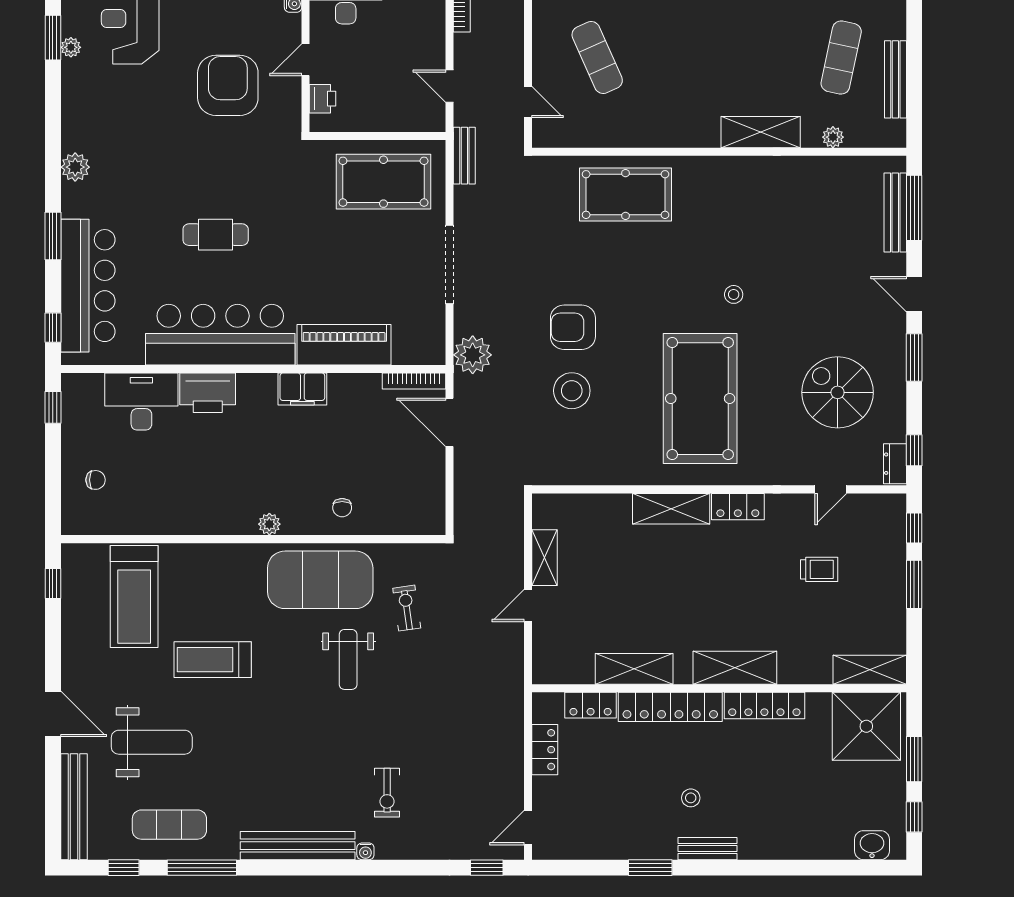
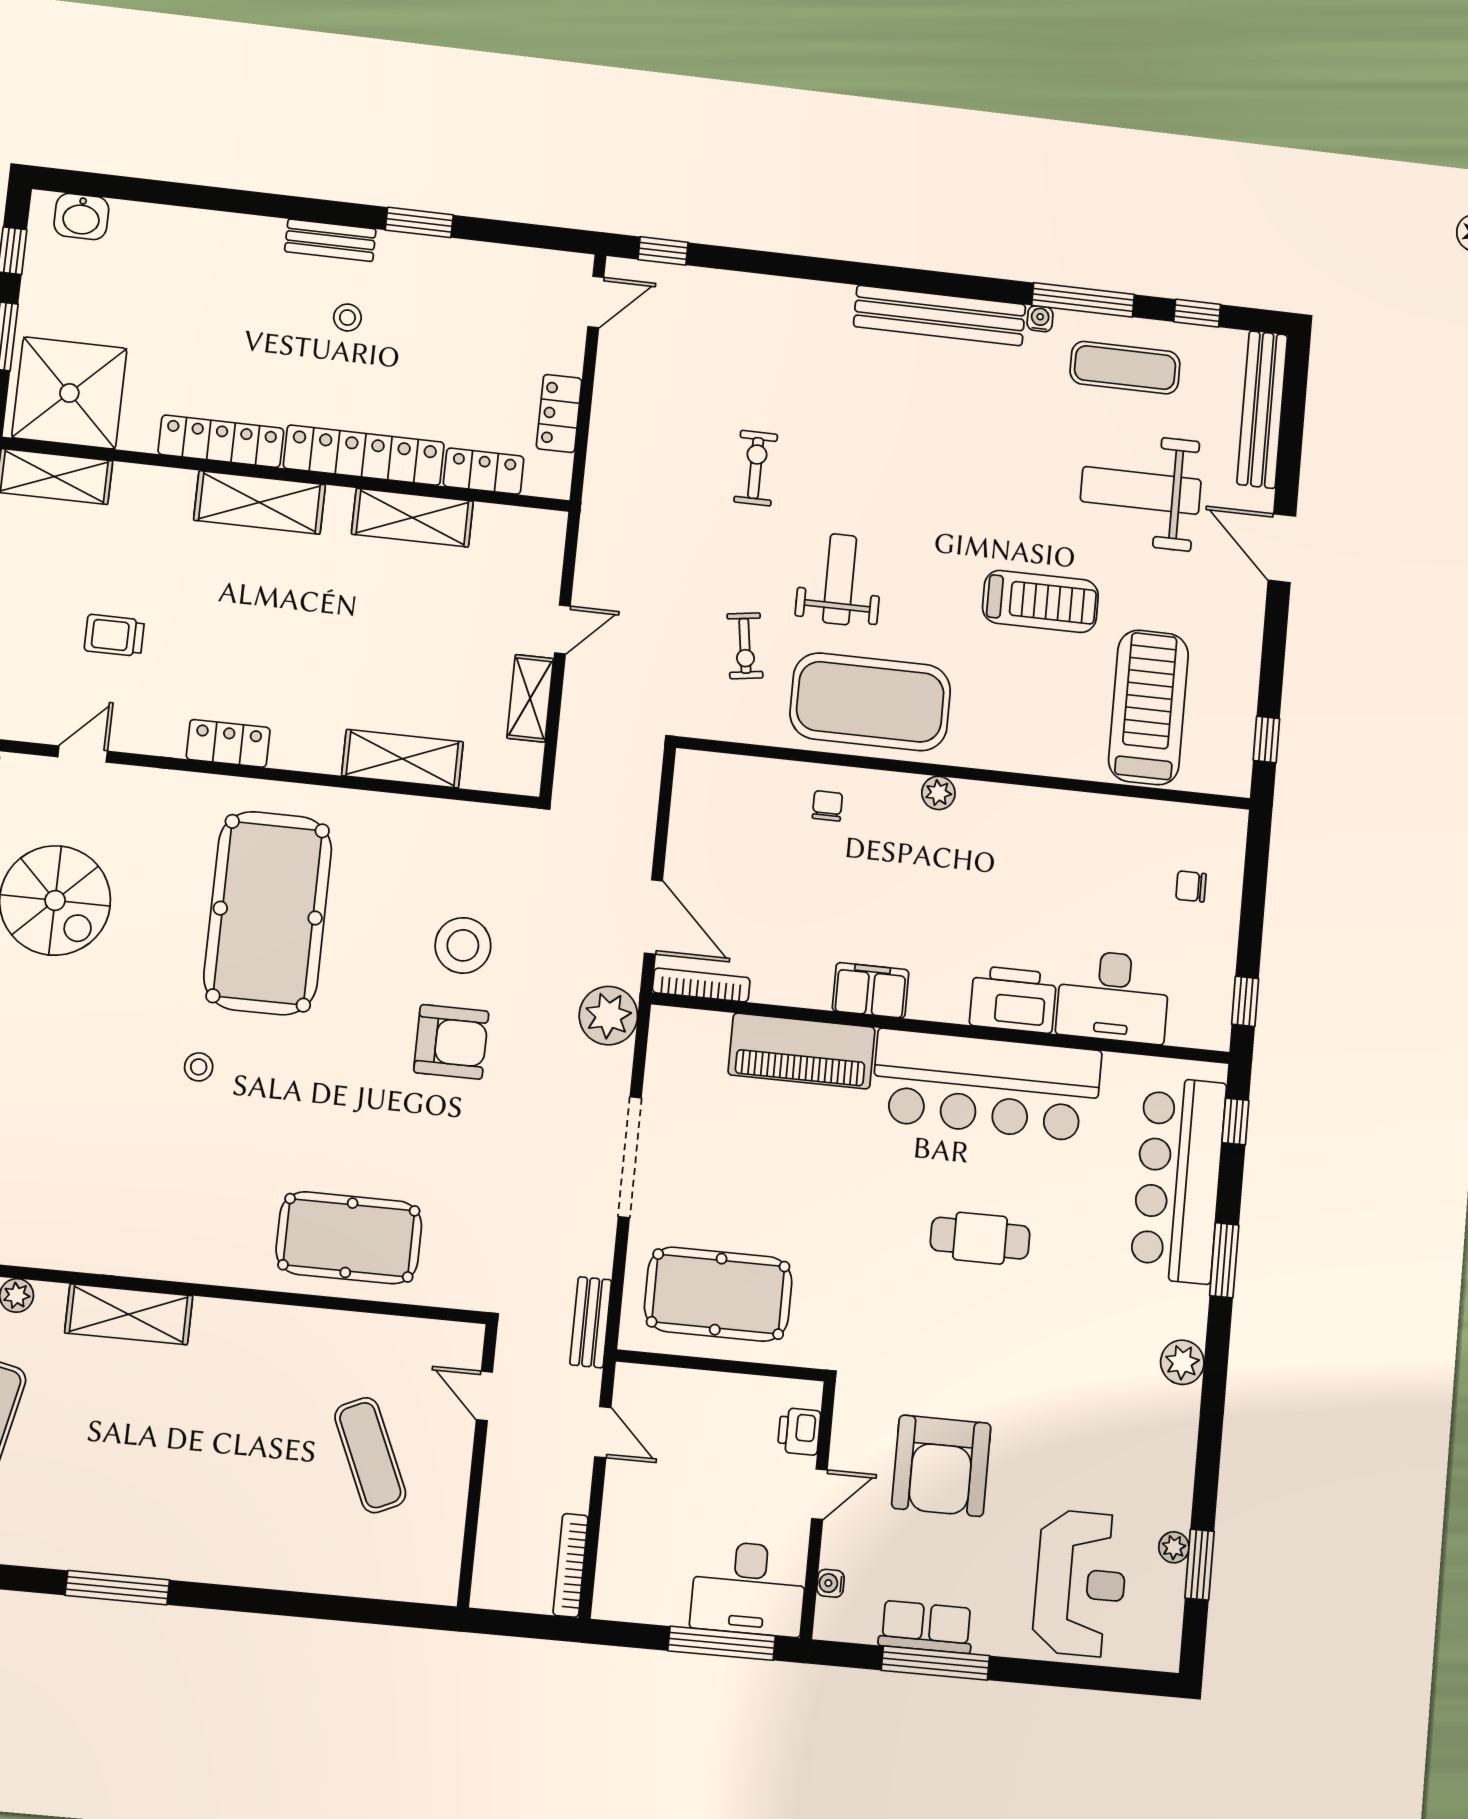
shelving: (671, 509) -> (402, 759), moved
exercise bike: (387, 793) -> (756, 468), moved
water cooler: (365, 851) -> (1040, 319), moved

